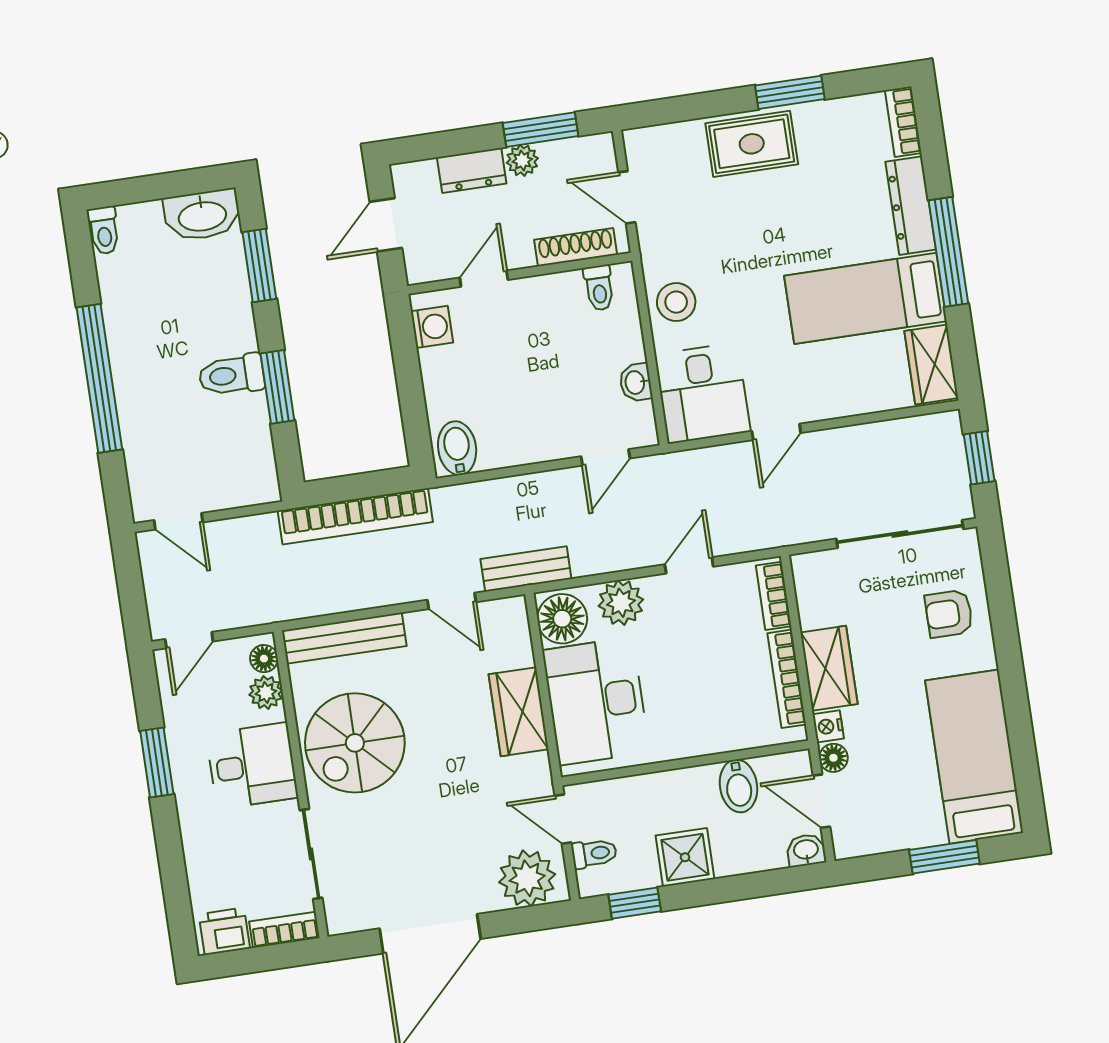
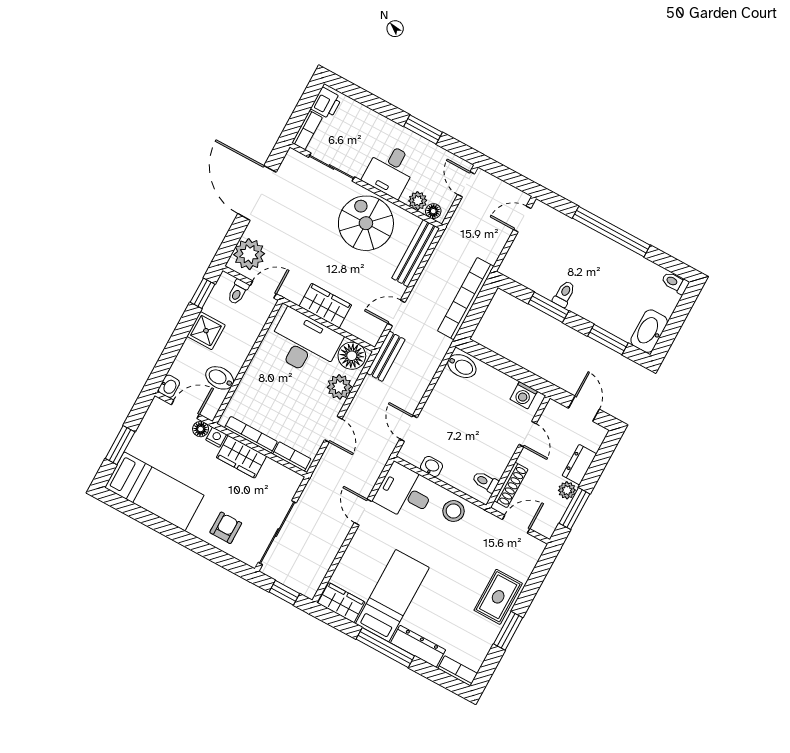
toilet: (232, 375) -> (564, 294), width x0.73, depth x0.72

